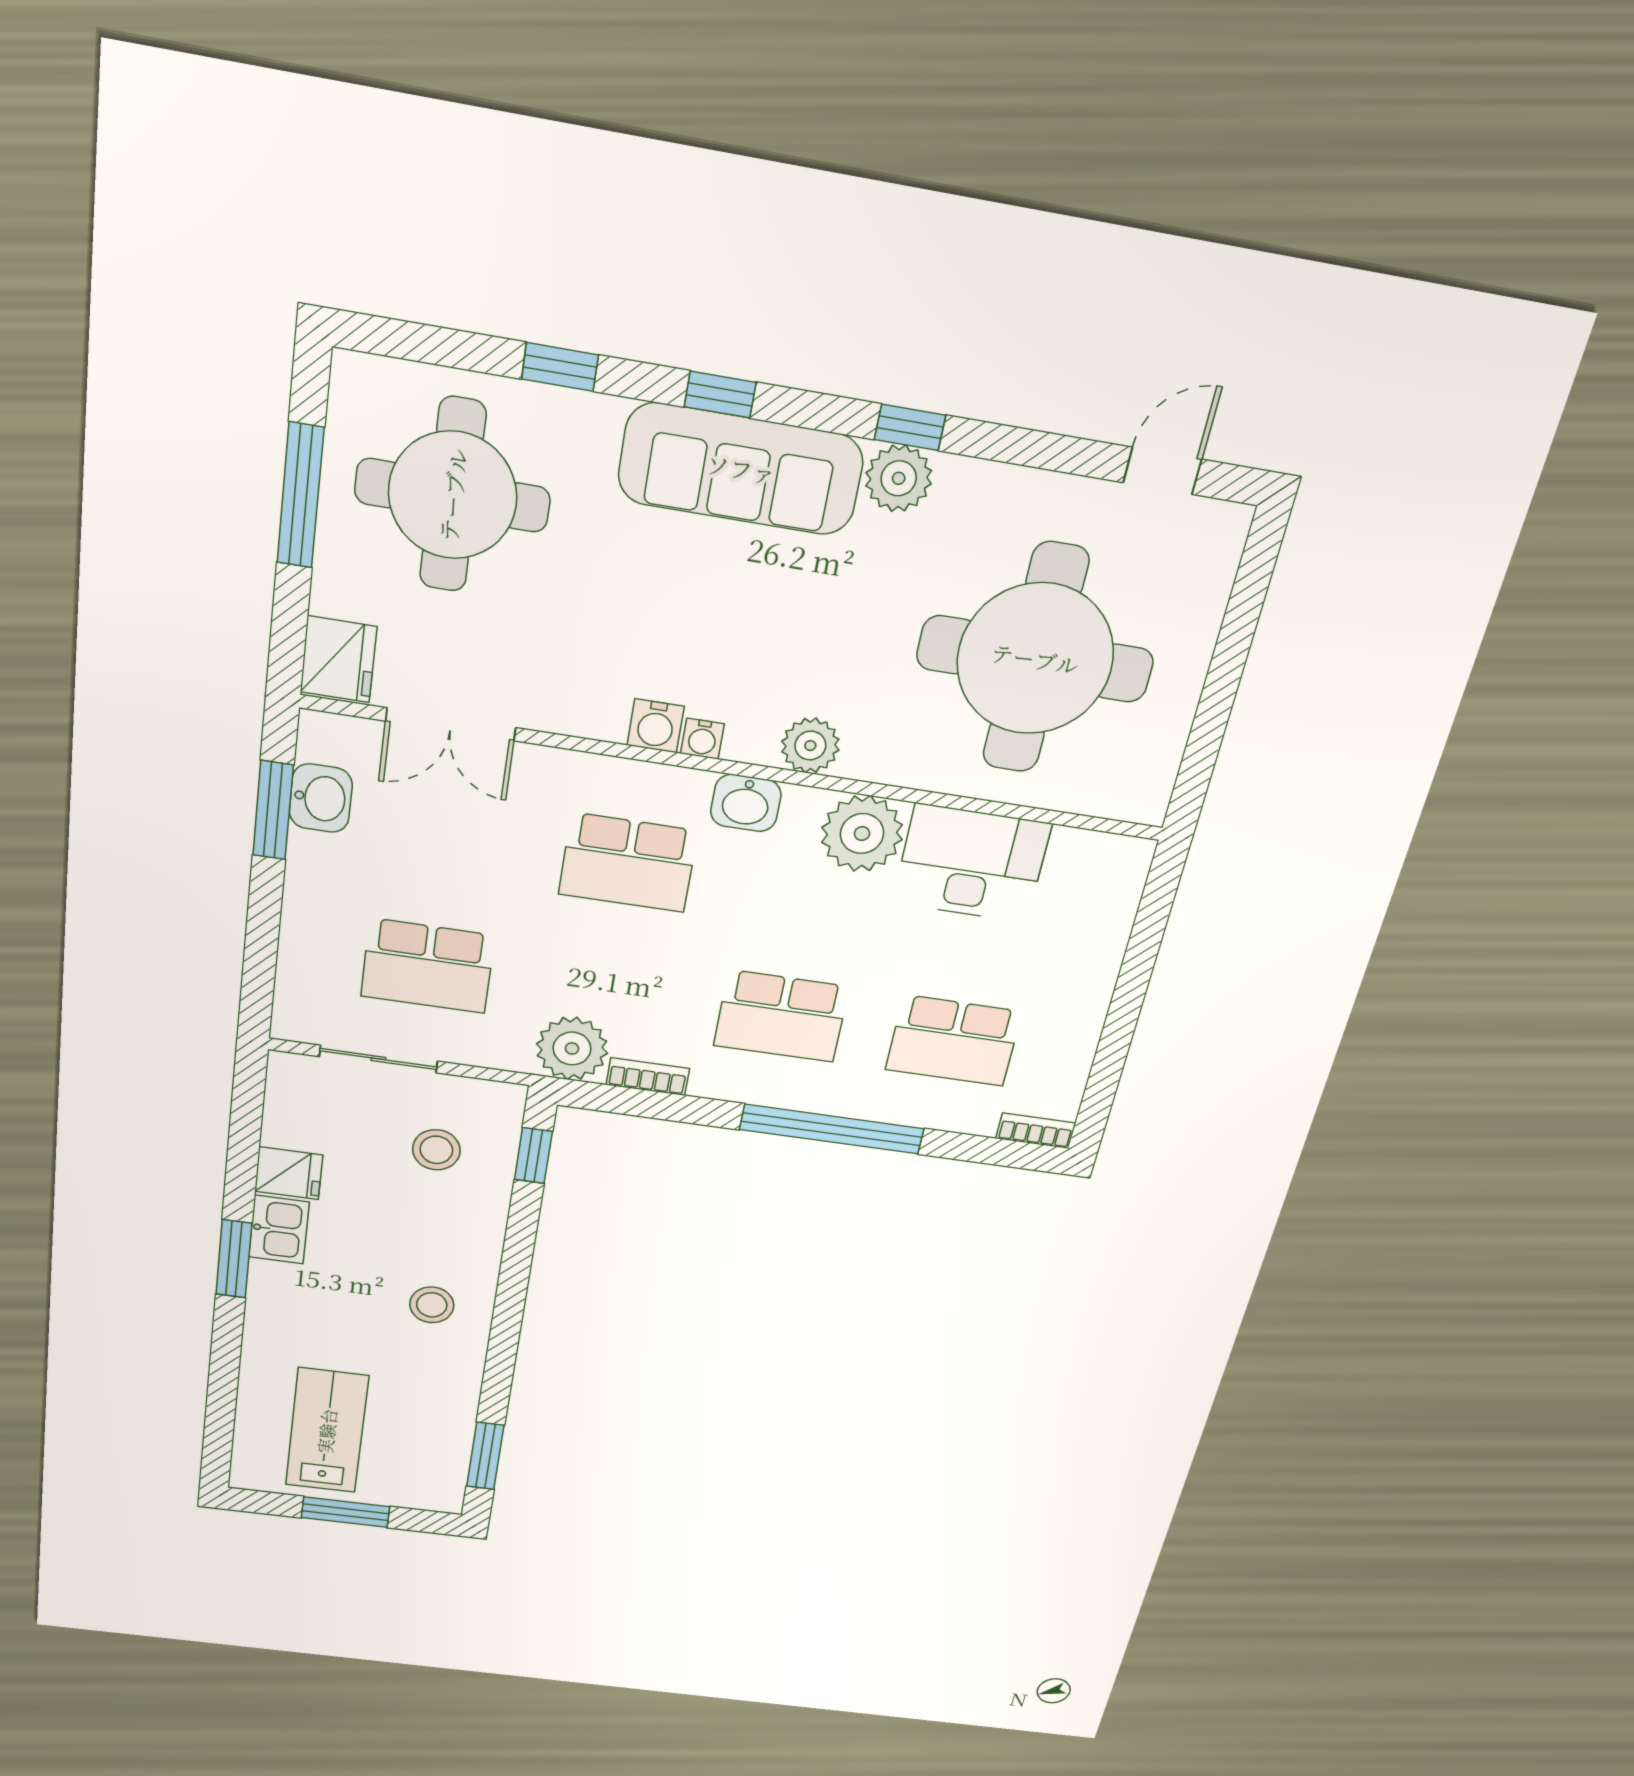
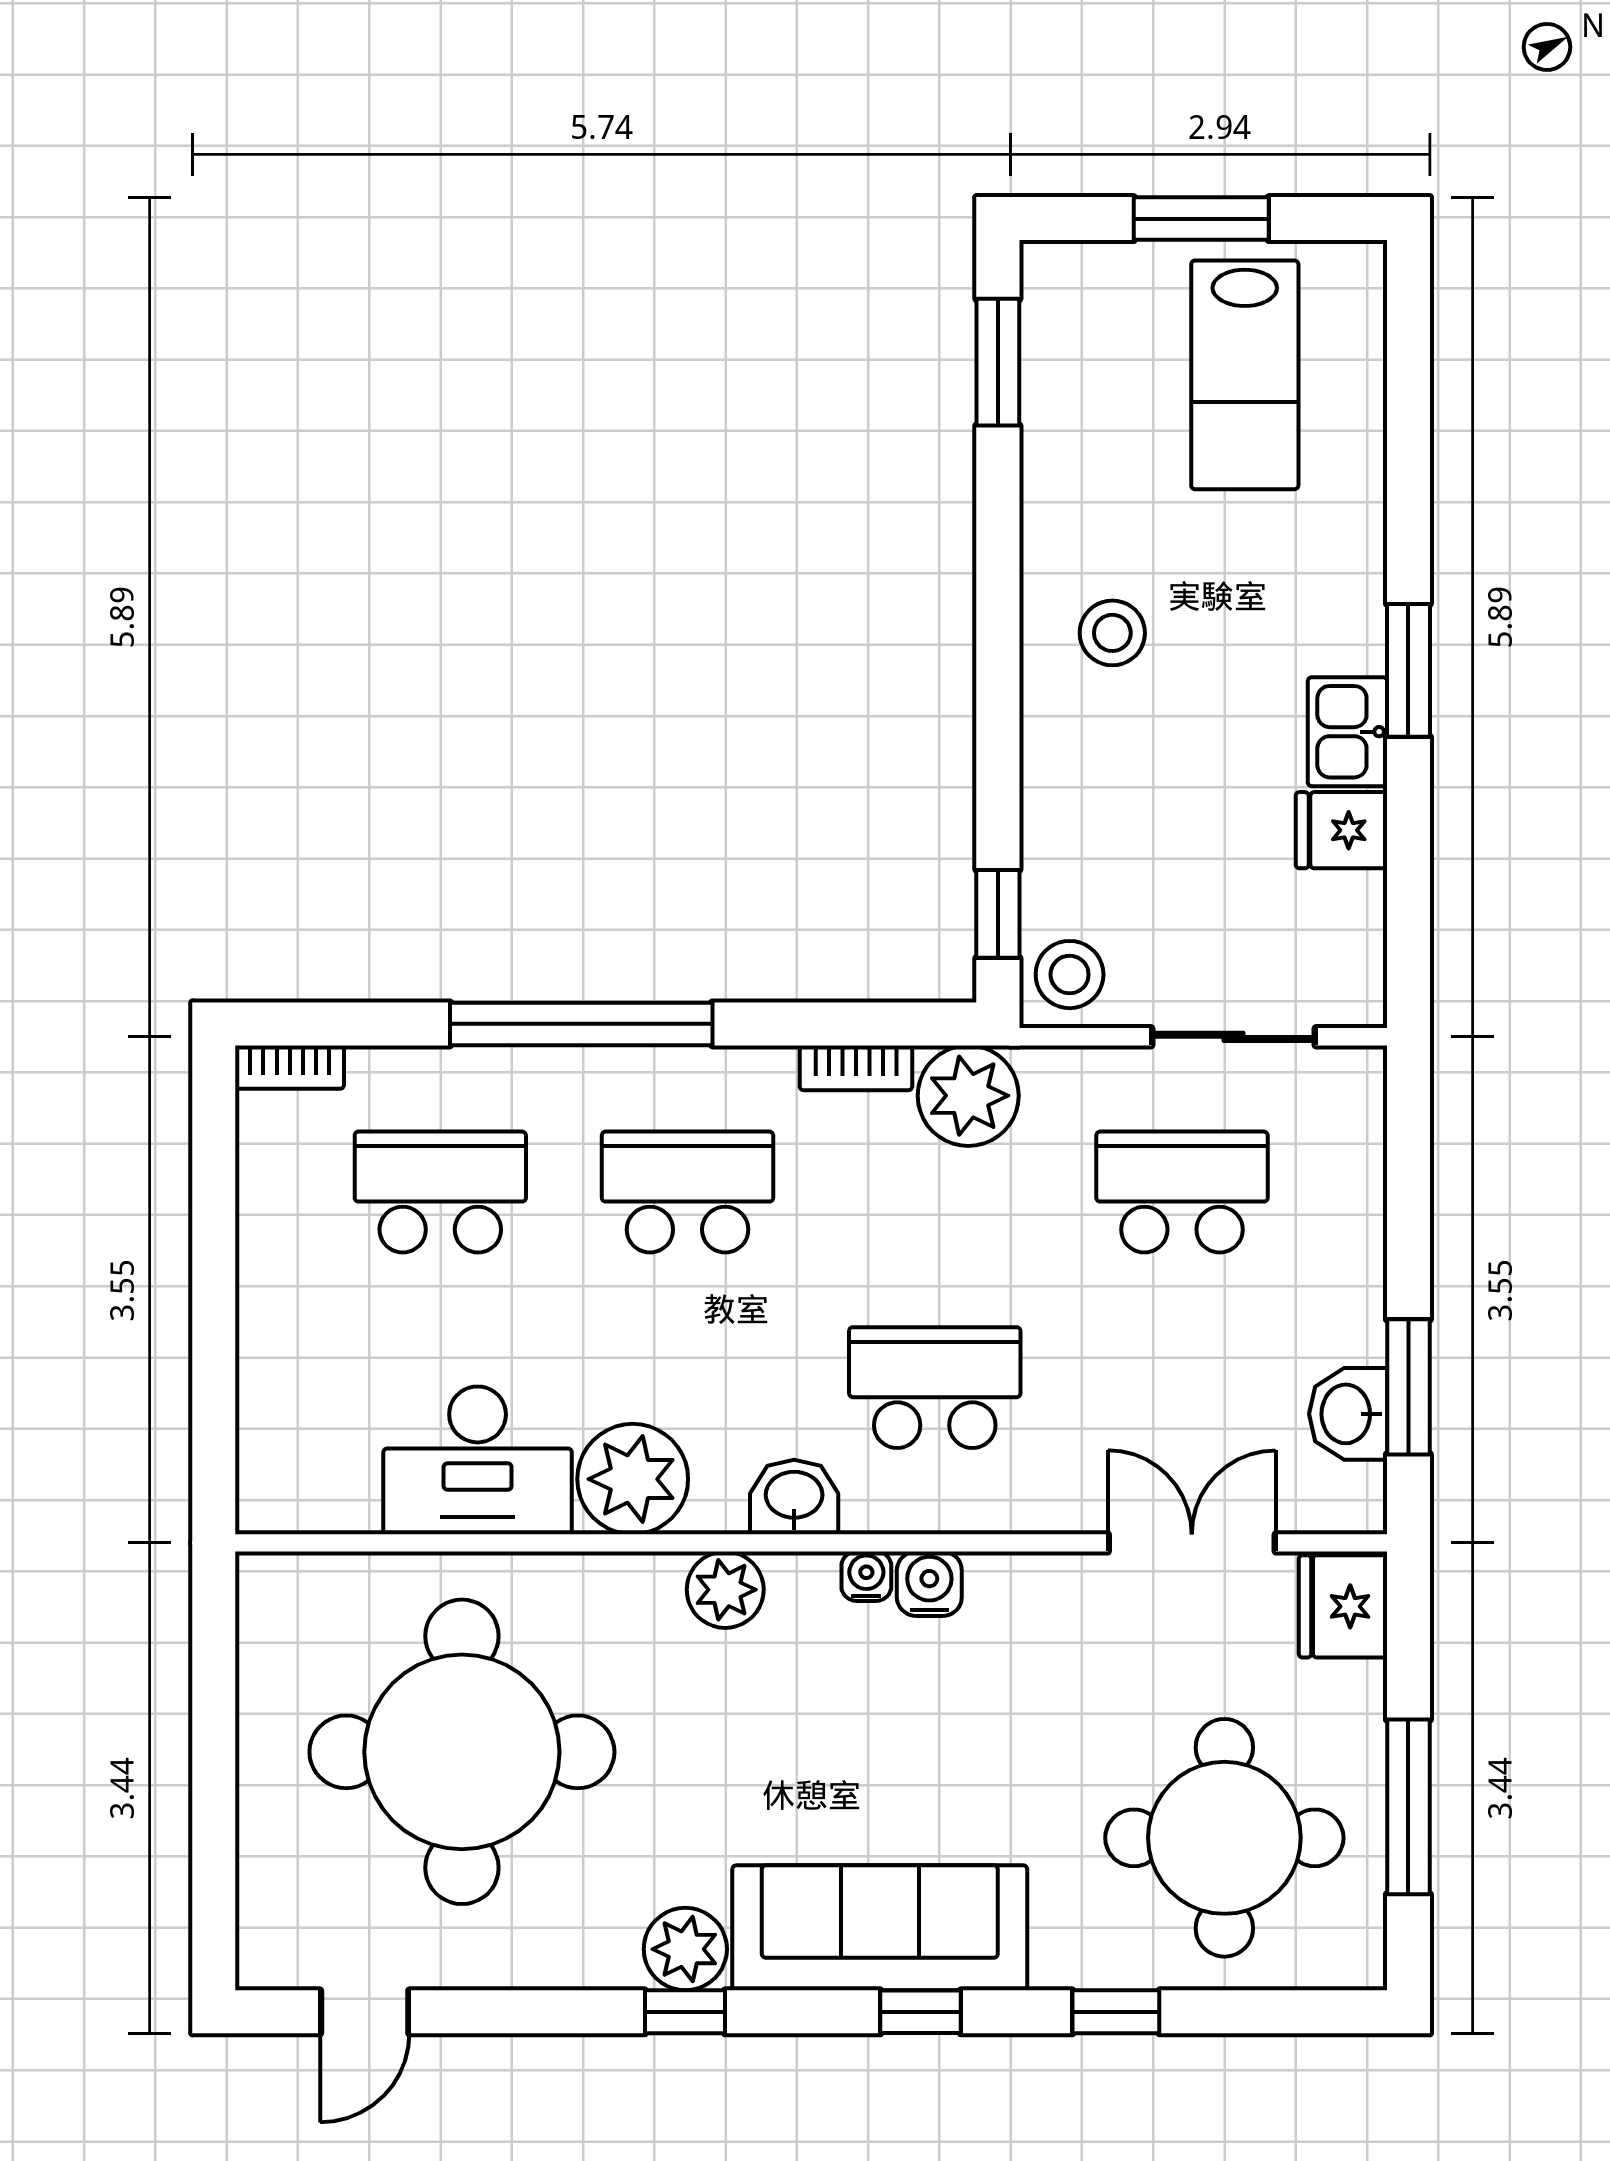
stool: (436, 1150) -> (1070, 975), moved

